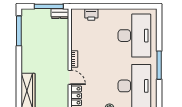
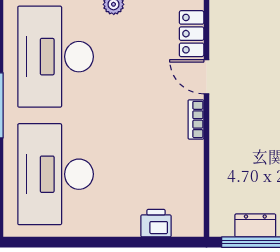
dresser: (60, 14) -> (255, 225), moved

